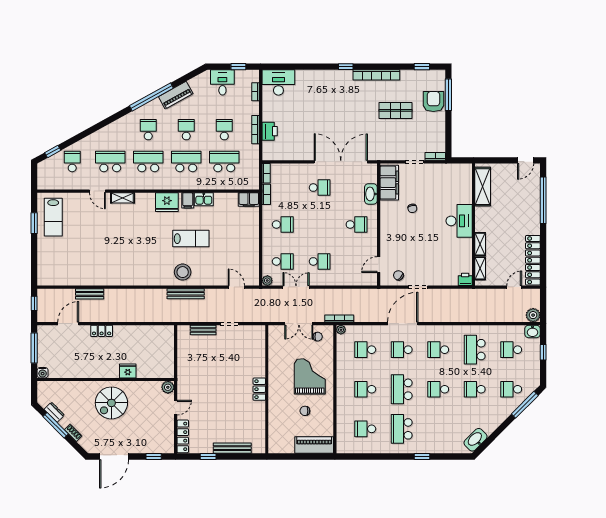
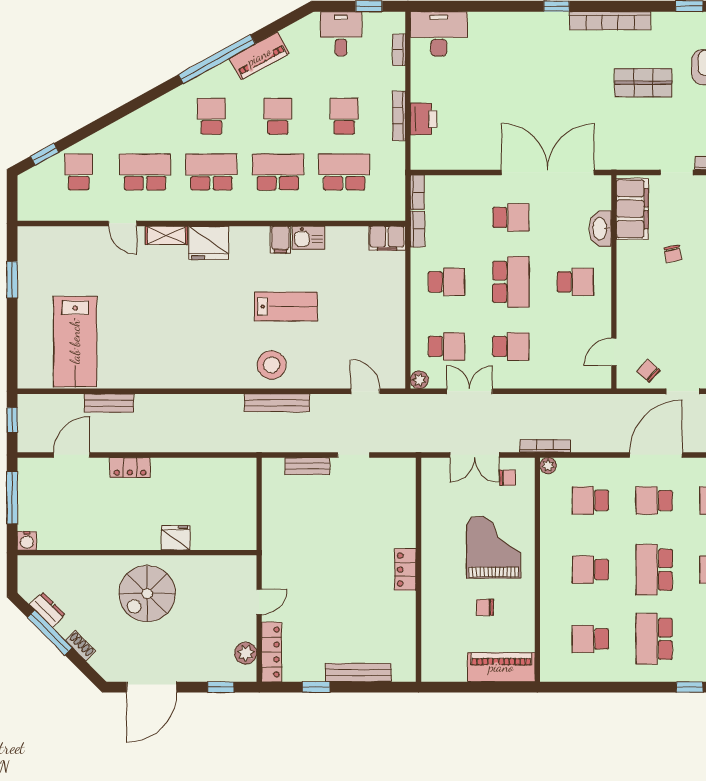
fridge: (167, 202) -> (209, 243), moved
lab bench: (53, 217) -> (75, 342), moved, width x1.36, depth x1.39
school desk: (320, 224) -> (511, 282), added
plant: (168, 387) -> (246, 653), moved

